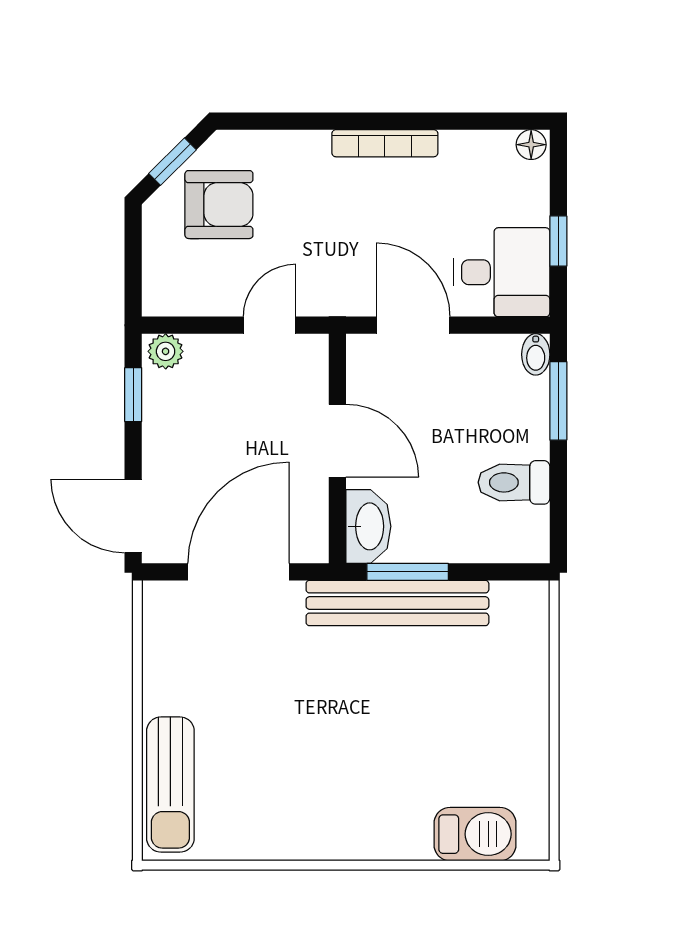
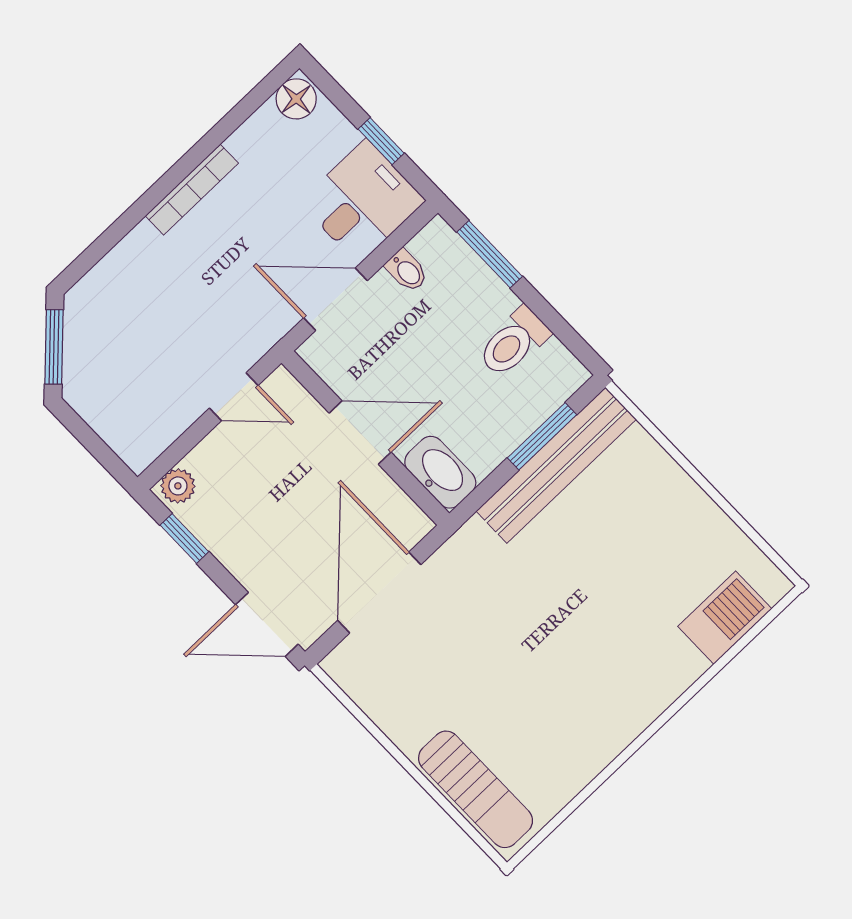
floor lamp: (531, 145) -> (296, 99), width x1.37, depth x1.37
window: (172, 162) -> (54, 347), width x1.50
armchair: (219, 205) -> (116, 346), removed
door: (270, 325) -> (234, 397), swing flipped
bidet: (536, 354) -> (407, 271), moved
window: (408, 572) -> (542, 436), moved
bench: (397, 603) -> (556, 465), moved

